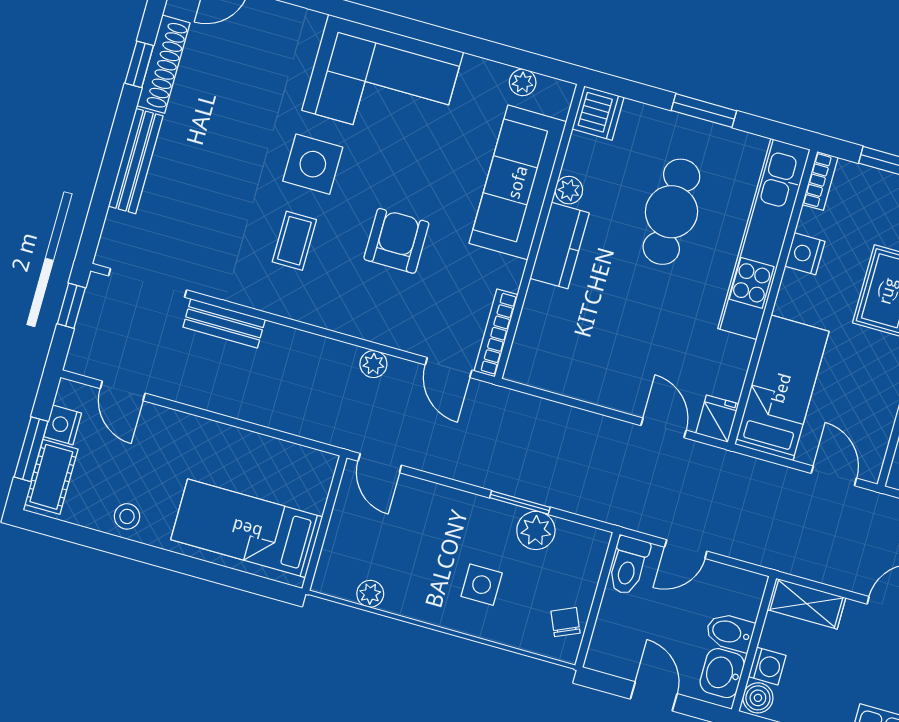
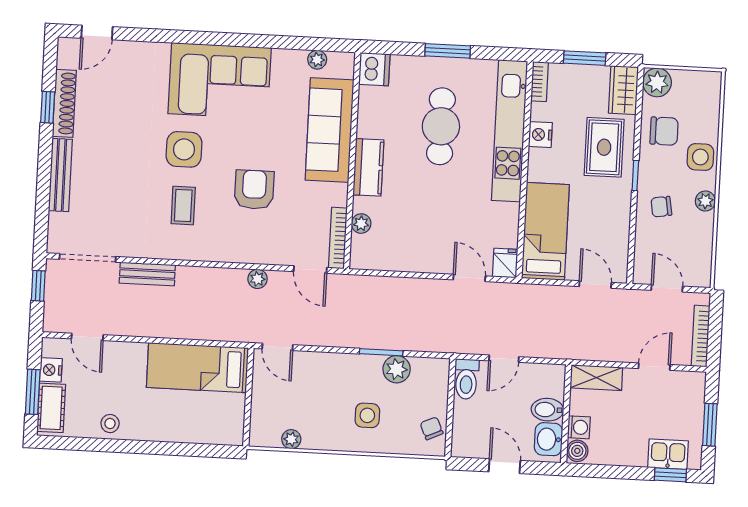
plant: (569, 190) -> (361, 224), moved
bed: (247, 528) -> (197, 368), moved

